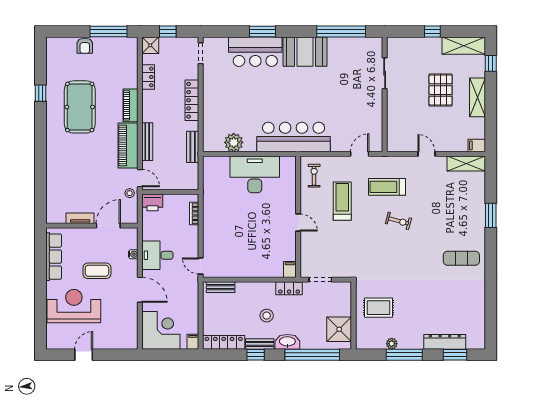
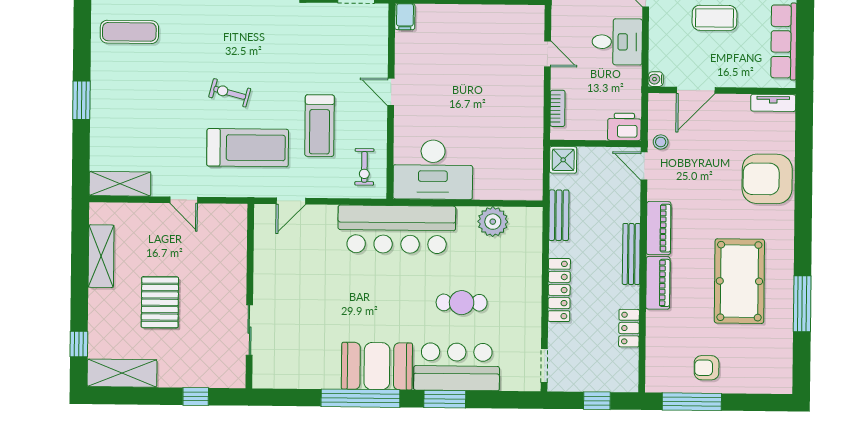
window: (341, 32) -> (360, 398), moved
window: (432, 32) -> (196, 397), moved
shower: (150, 45) -> (563, 160), moved
armchair: (85, 46) -> (707, 368), moved, turned -90
cafe table: (253, 92) -> (462, 303), added
window: (40, 93) -> (802, 304), width x2.17
shelving: (478, 97) -> (101, 256), moved
bench: (147, 142) -> (631, 254), moved
filing cabinet: (477, 145) -> (103, 213), removed
piano: (128, 146) -> (659, 228), width x0.73, depth x0.75
armchair: (63, 171) -> (767, 179), added
desk: (255, 174) -> (433, 170), moved
treadmill: (387, 187) -> (248, 148), width x1.37, depth x1.38
tv unit: (80, 218) -> (773, 103), moved
water cooler: (133, 254) -> (656, 79), moved
door: (201, 266) -> (548, 54), moved

